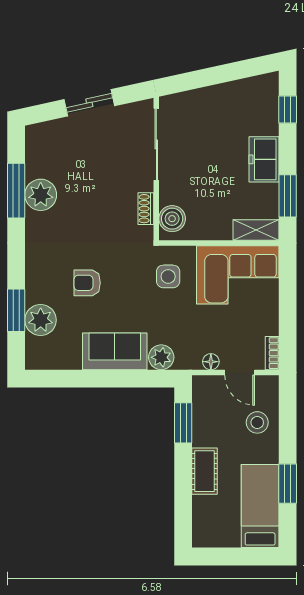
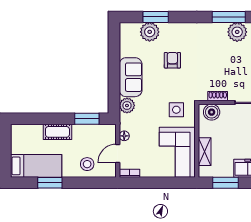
plant: (41, 195) -> (237, 32), moved
shelving: (256, 230) -> (205, 152), moved

